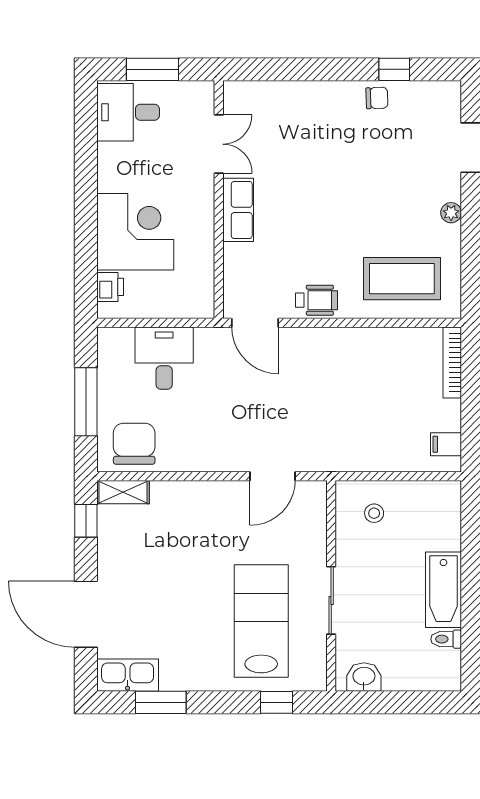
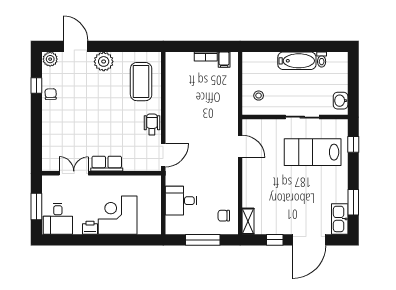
plant: (447, 97) -> (50, 59), added
plant: (451, 213) -> (104, 61), width x1.88, depth x1.88
printer: (110, 287) -> (90, 228), moved
bookcase: (452, 363) -> (206, 56), moved, width x0.64
chair: (134, 444) -> (224, 216), width x0.54, depth x0.54
window: (86, 521) -> (275, 240), moved

